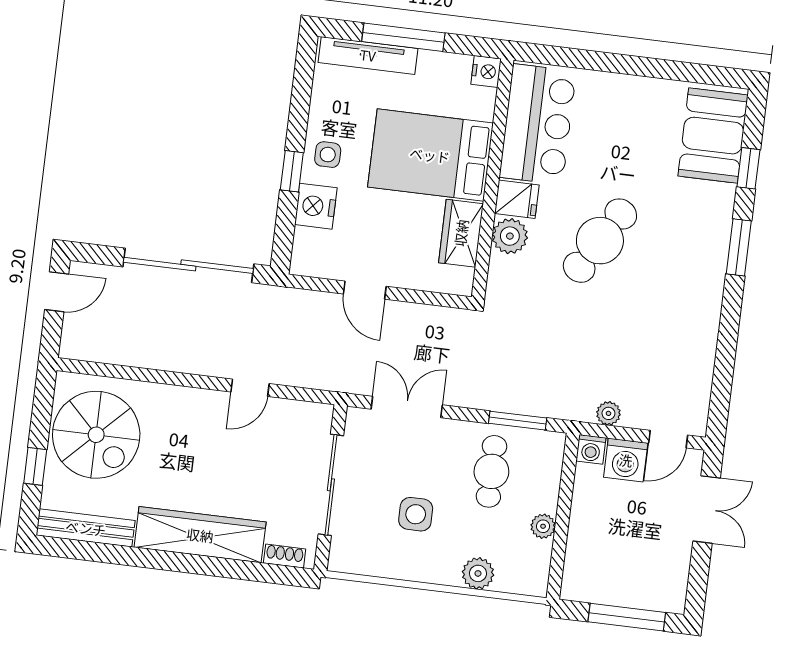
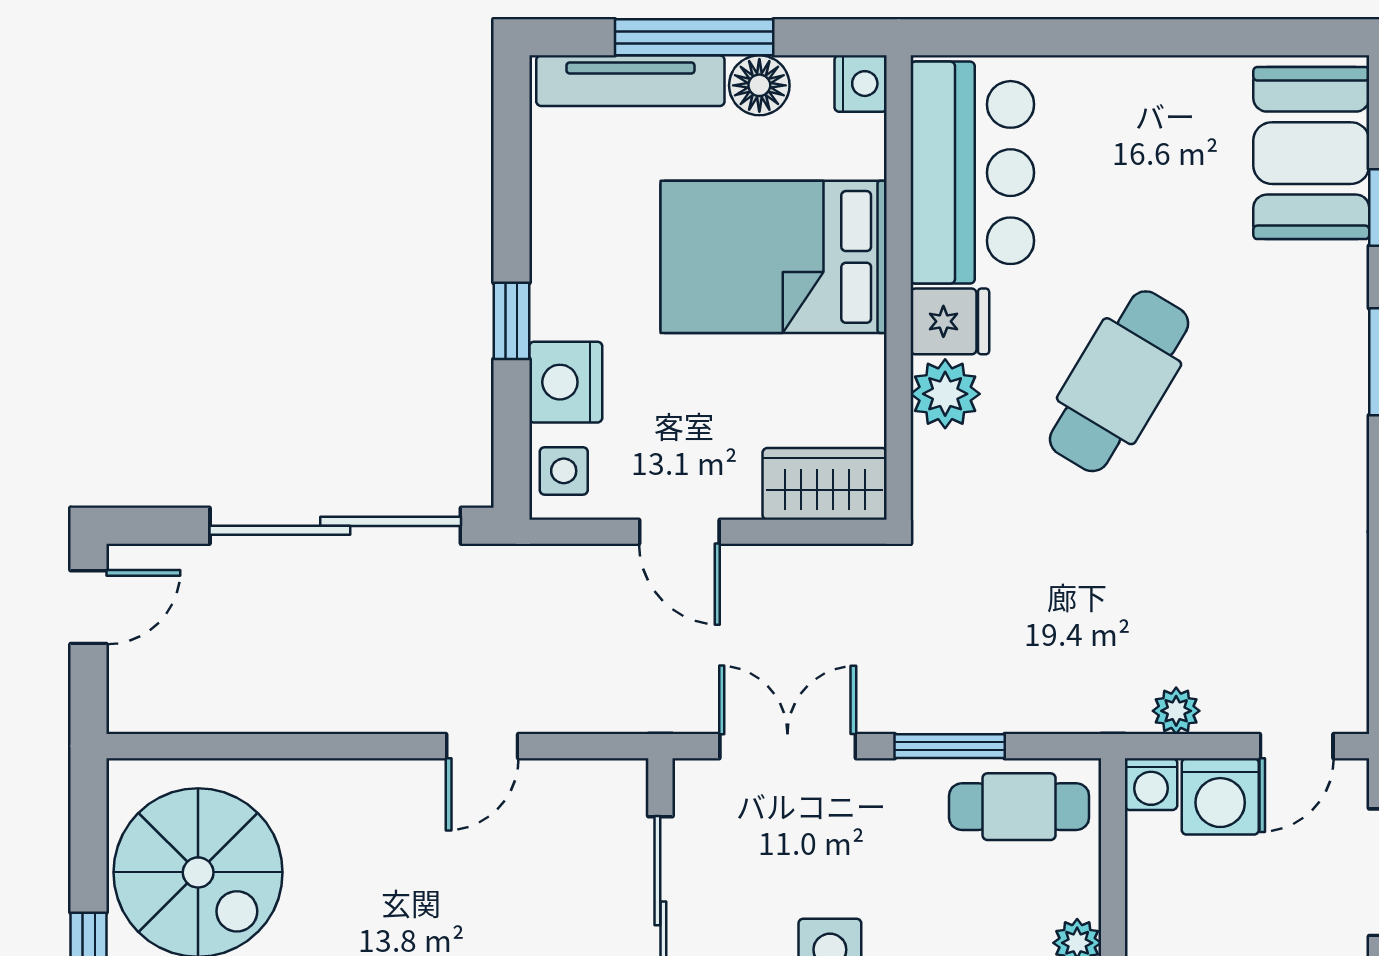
floor lamp: (434, 66) -> (759, 85), added
side table: (328, 155) -> (564, 471), moved
wardrobe: (461, 233) -> (825, 484), moved, turned 90
window: (518, 421) -> (950, 746), moved
cafe table: (491, 471) -> (1019, 807), moved, turned 90

